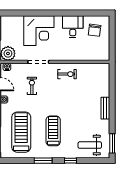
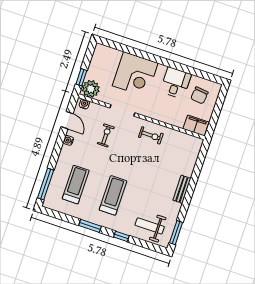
filing cabinet: (100, 55) -> (196, 125), added
treadmill: (21, 132) -> (76, 185), width x0.73, depth x0.73

